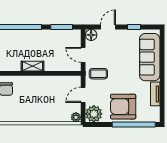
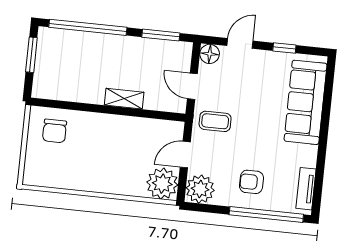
shelving: (32, 66) -> (124, 99), moved
tv unit: (155, 94) -> (306, 189), moved
armchair: (123, 107) -> (251, 182), width x0.53, depth x0.53
plant: (76, 117) -> (162, 184), width x1.88, depth x1.88

